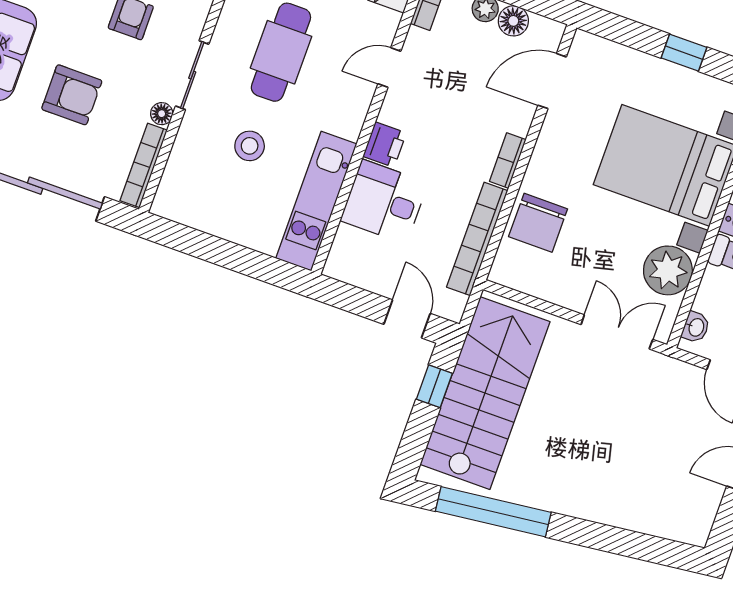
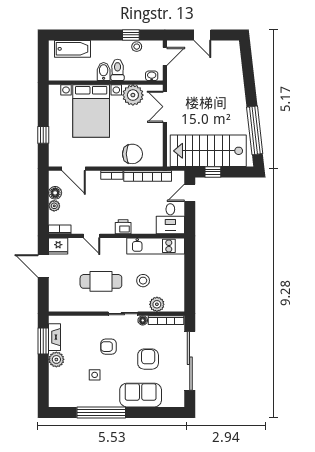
window: (684, 53) -> (43, 135), moved
plant: (186, 158) -> (157, 304), added
desk: (384, 202) -> (170, 219), moved

